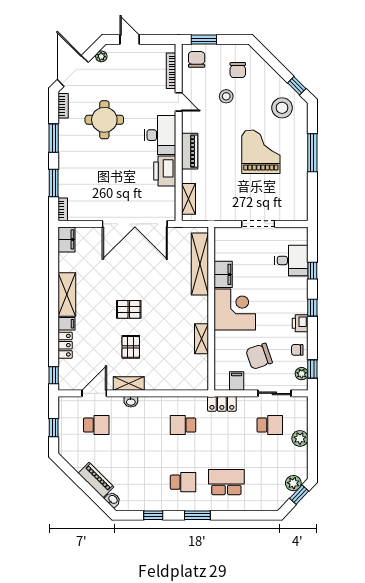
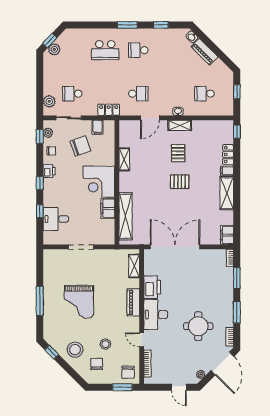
stool: (282, 108) -> (75, 350), moved
door: (94, 393) -> (150, 118), moved
plant: (300, 438) -> (49, 101), moved

